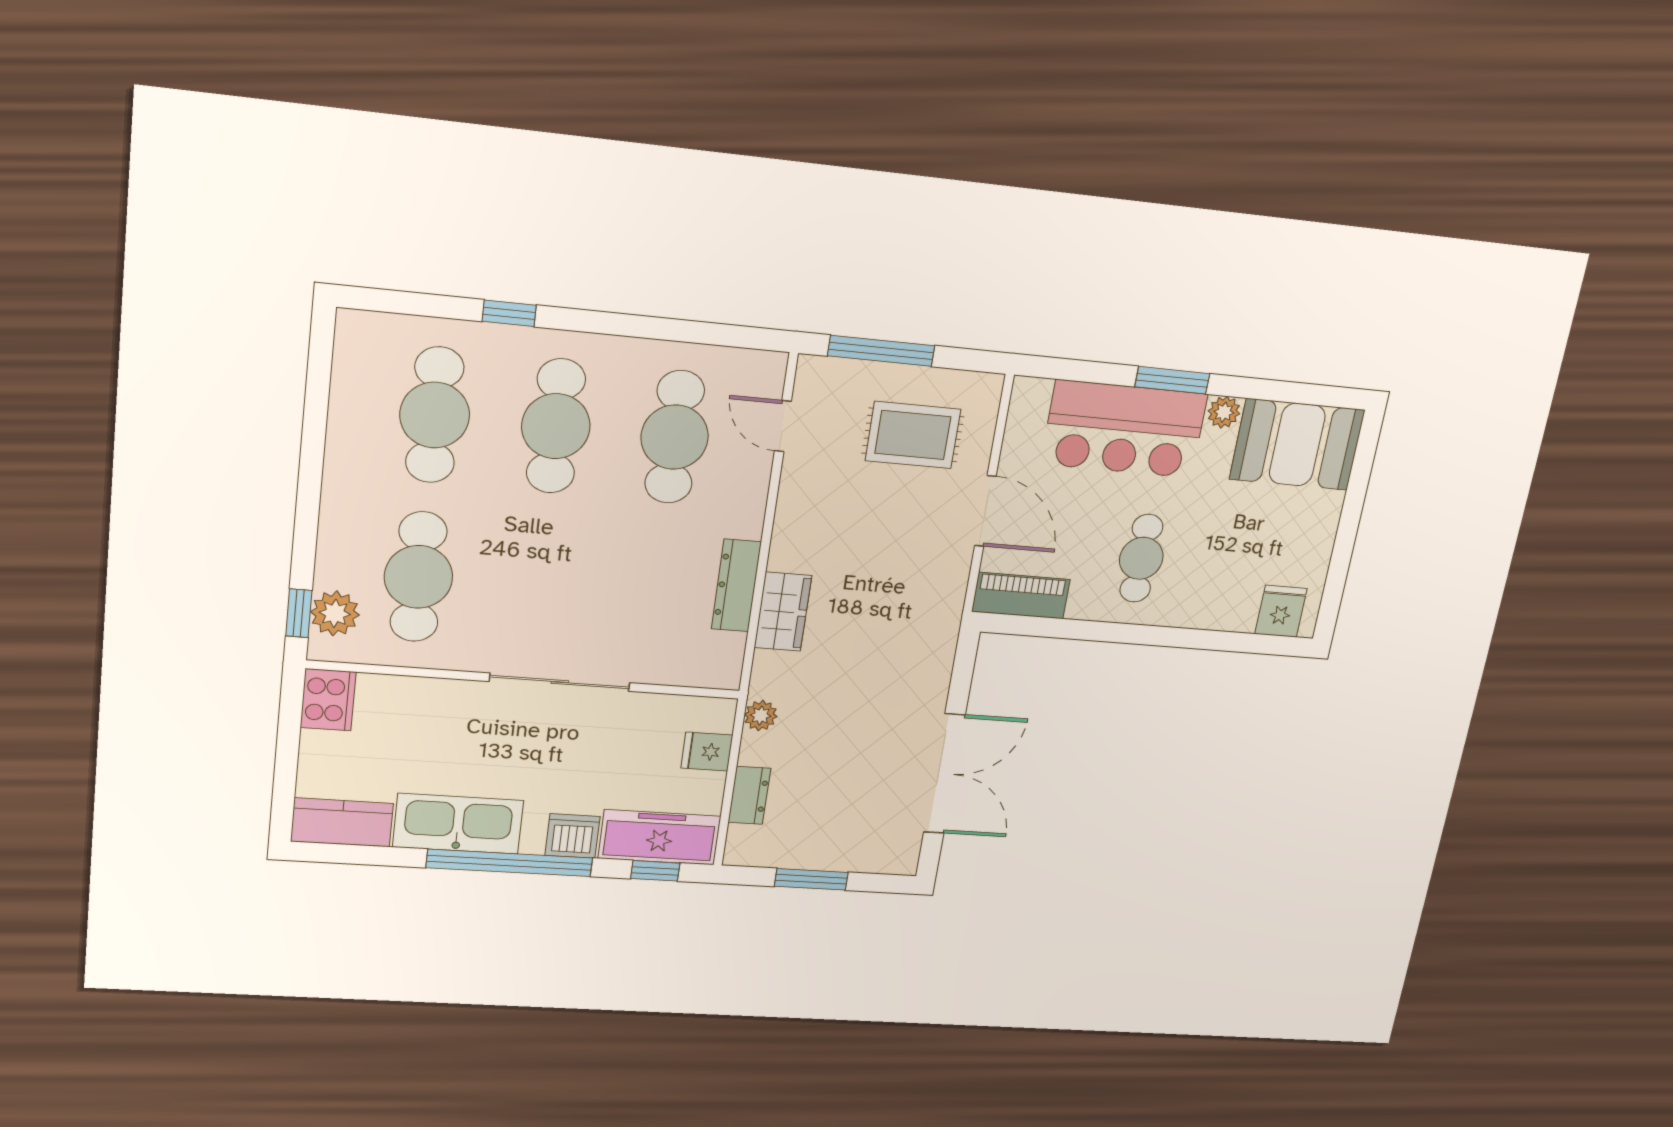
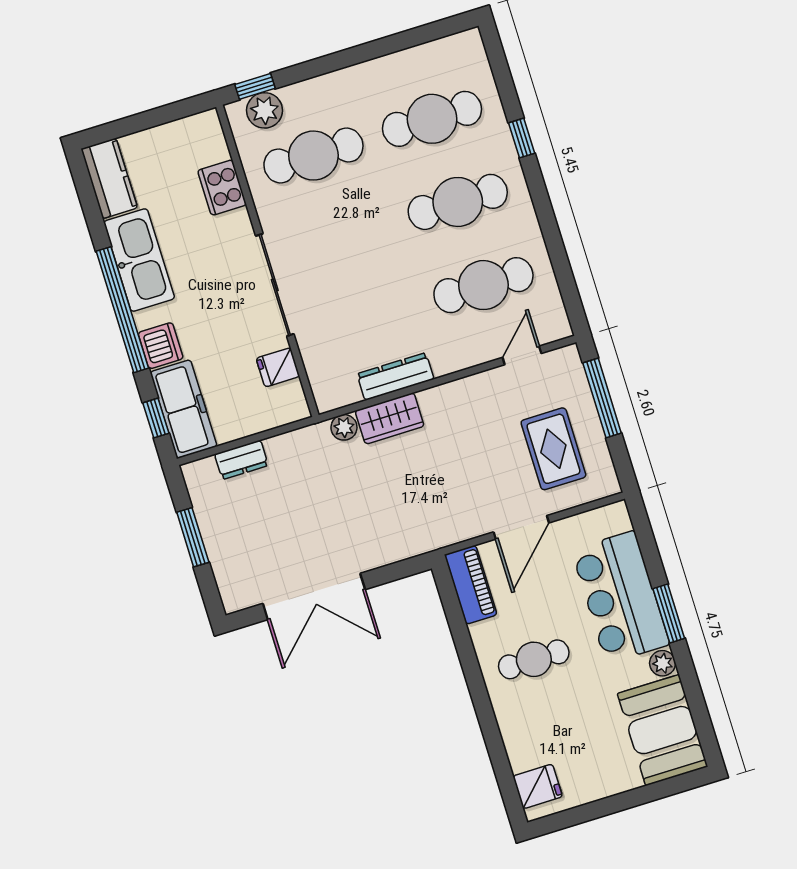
cooker: (328, 700) -> (222, 188), moved, turned 90
plant: (761, 716) -> (344, 427), moved
fridge: (707, 752) -> (278, 367), moved, turned -90

